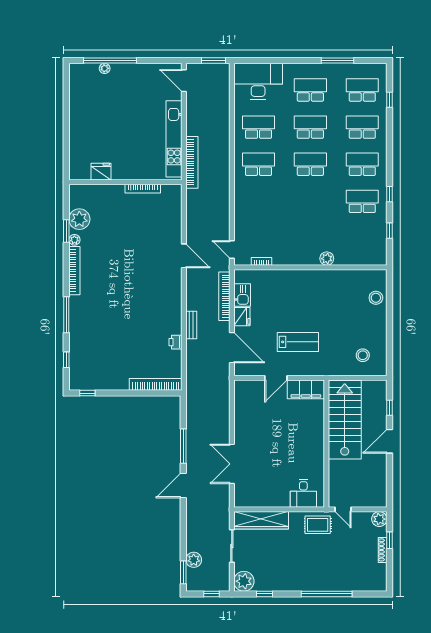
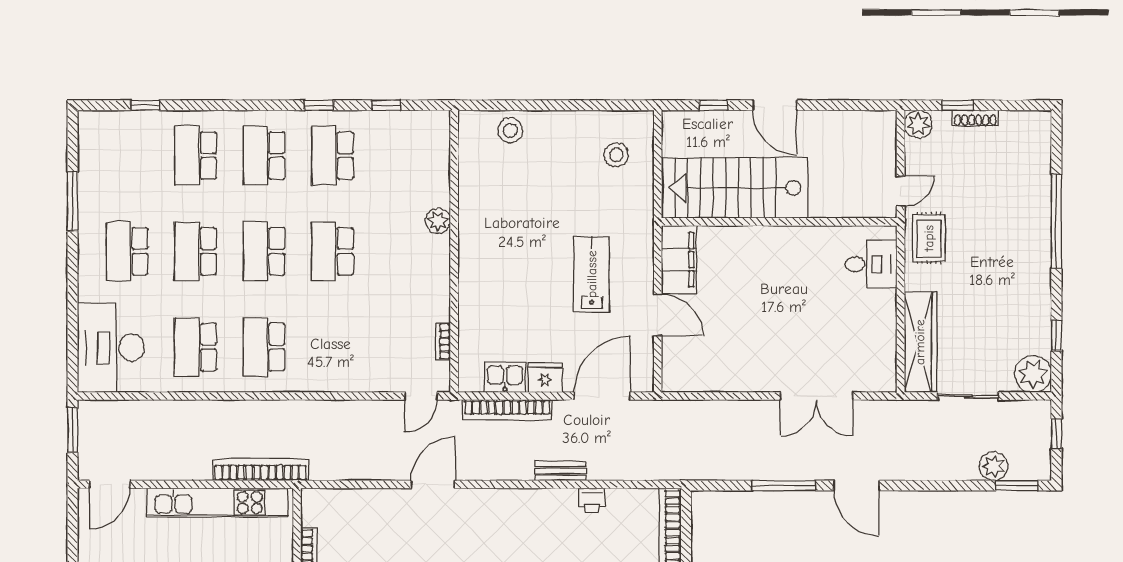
school desk: (362, 90) -> (332, 251), moved

